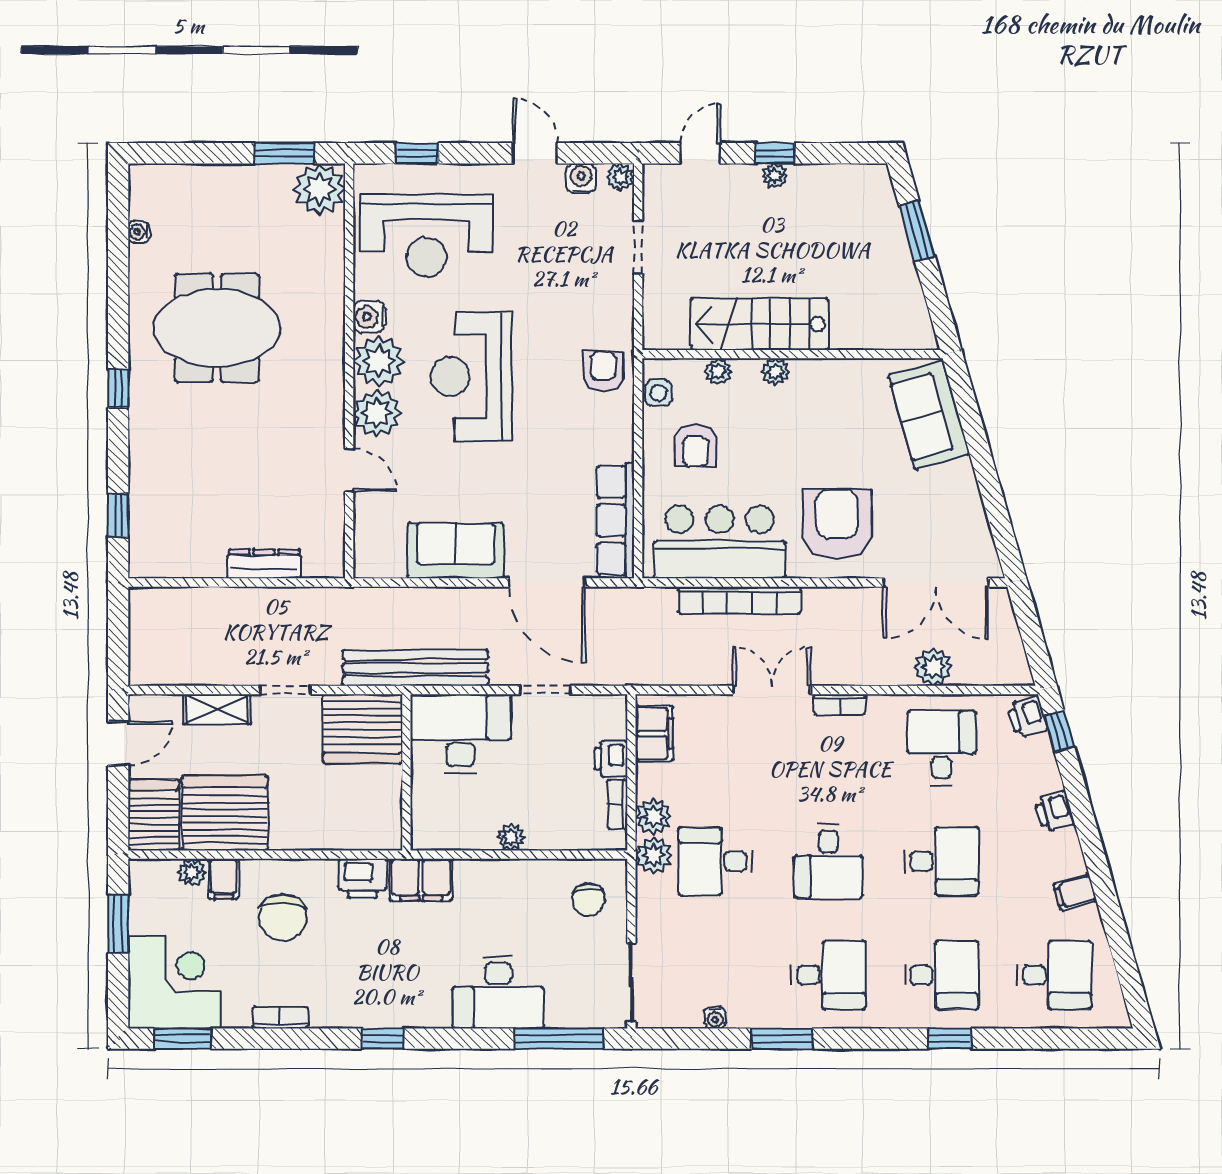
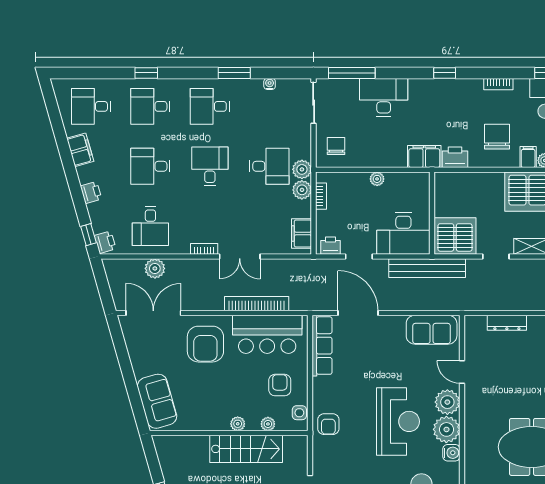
sofa: (456, 551) -> (432, 330), moved
printer: (611, 759) -> (330, 246), moved, turned -90
filing cabinet: (1075, 893) -> (80, 150), width x2.00

